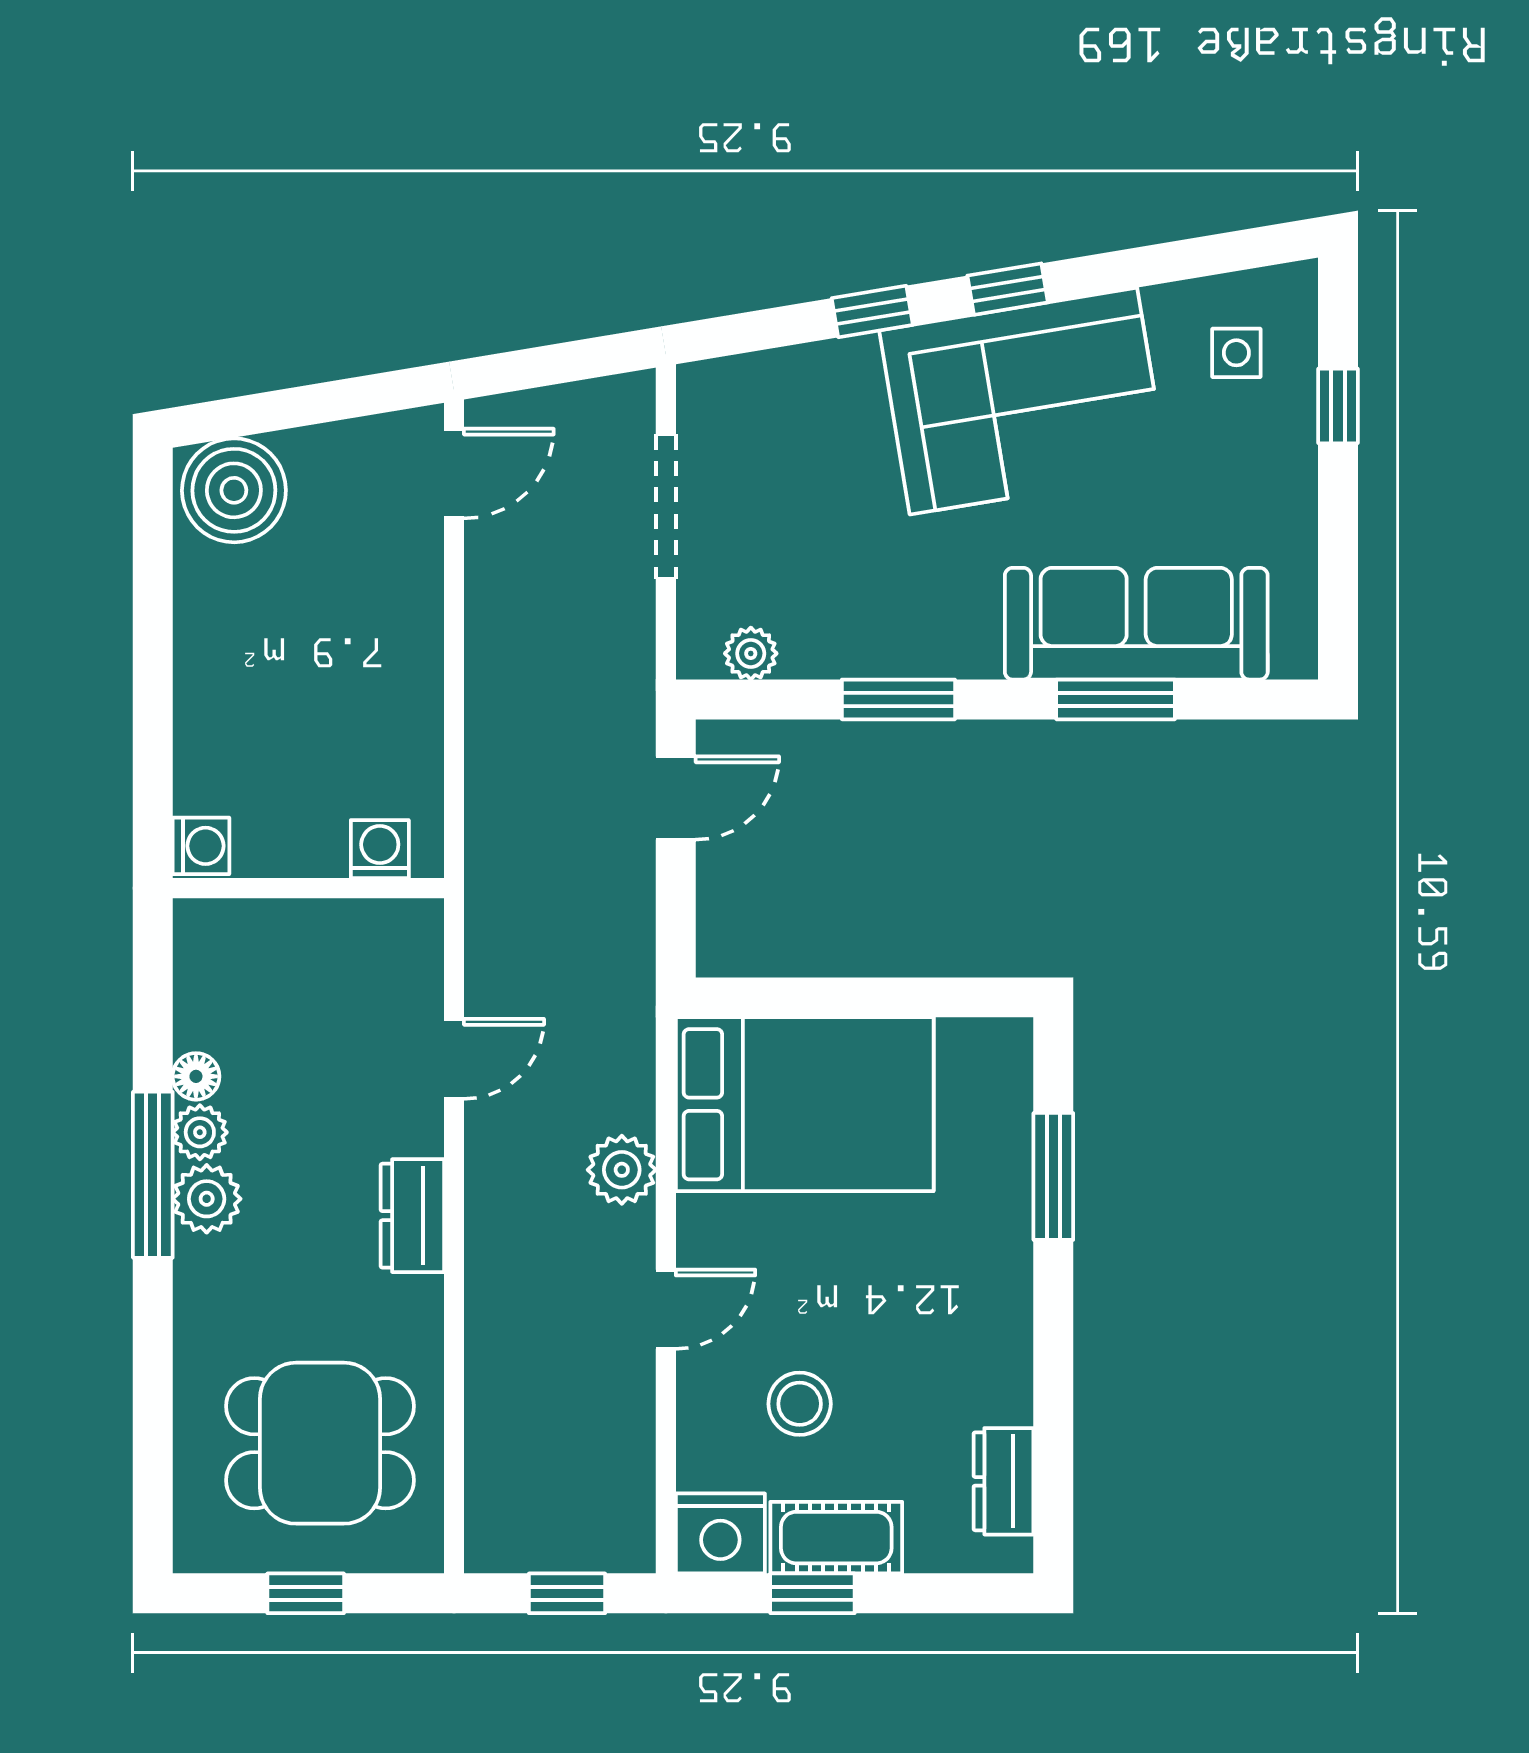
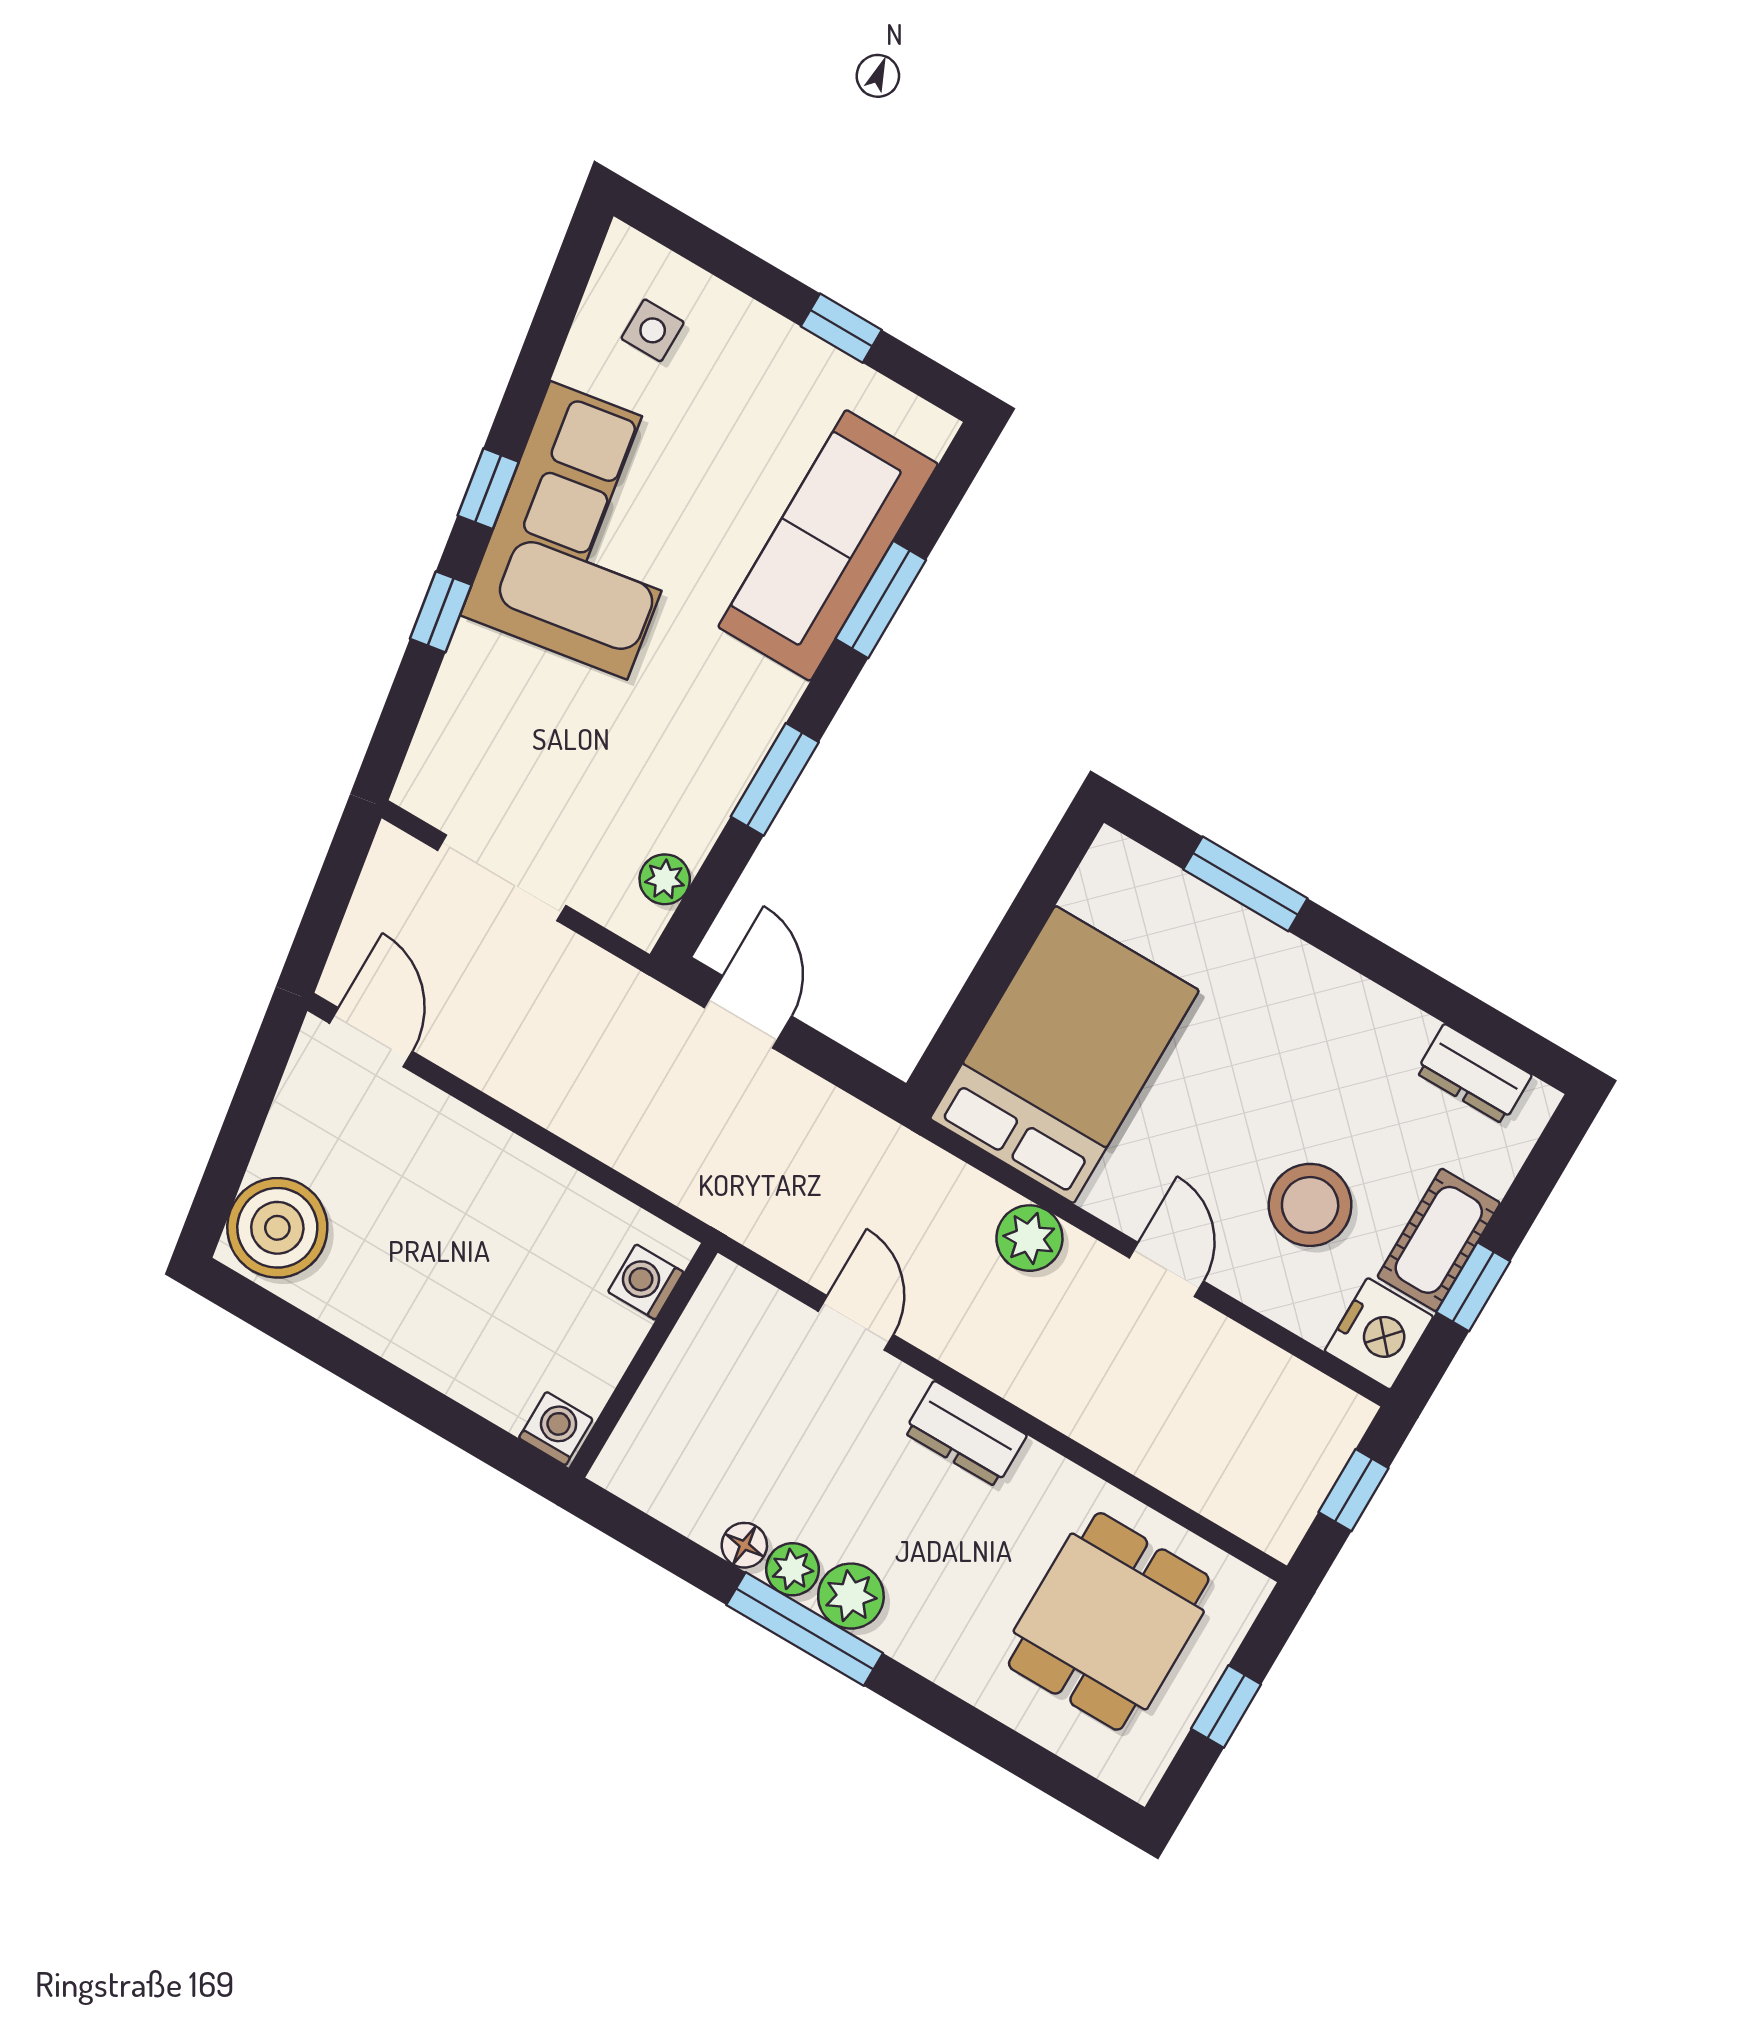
window: (1338, 406) -> (841, 328), moved
stool: (800, 1404) -> (1310, 1205), width x1.38, depth x1.38

